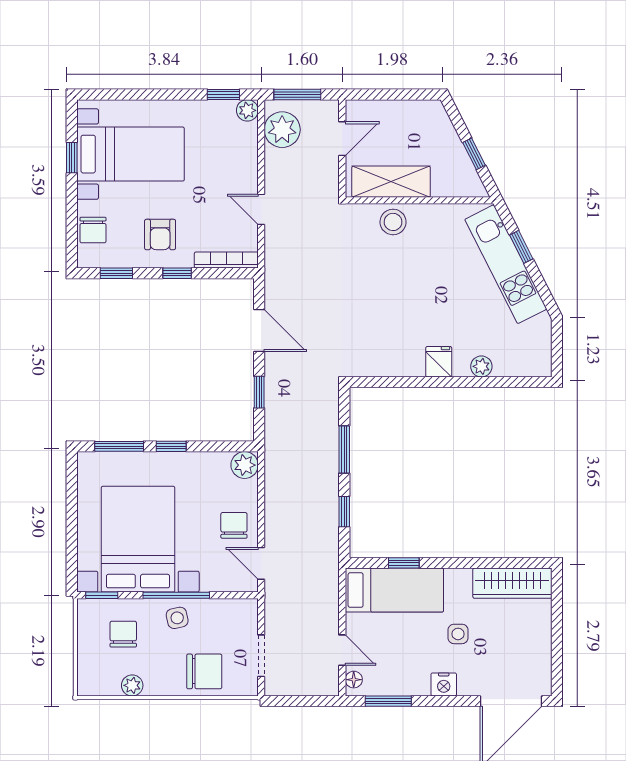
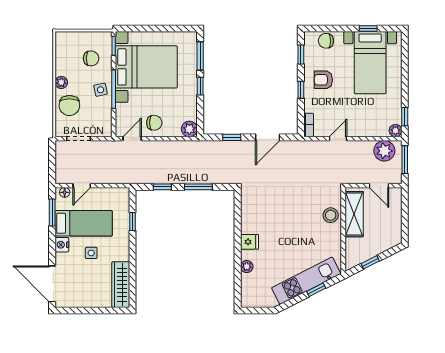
bookcase: (226, 260) -> (309, 125), width x0.64
bed: (394, 590) -> (84, 223), moved, turned -90
plant: (132, 685) -> (61, 82), moved

